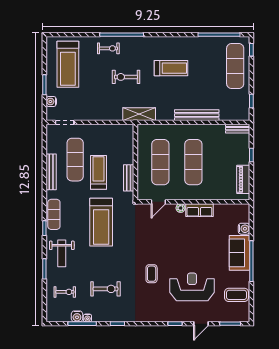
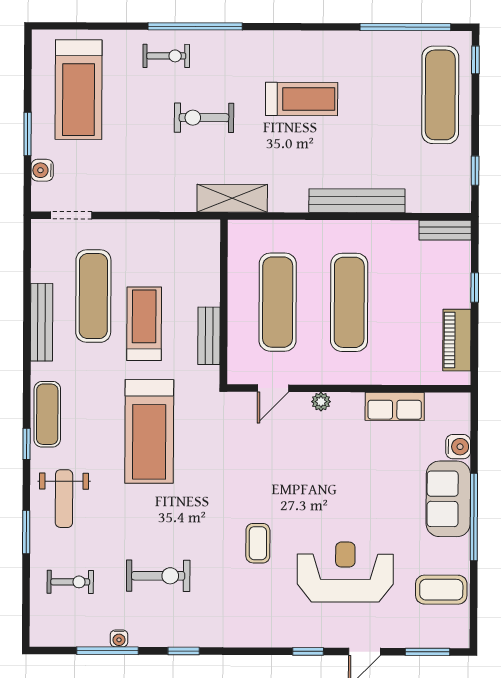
row of seats: (199, 210) -> (395, 406), moved
water cooler: (77, 316) -> (96, 635), removed

